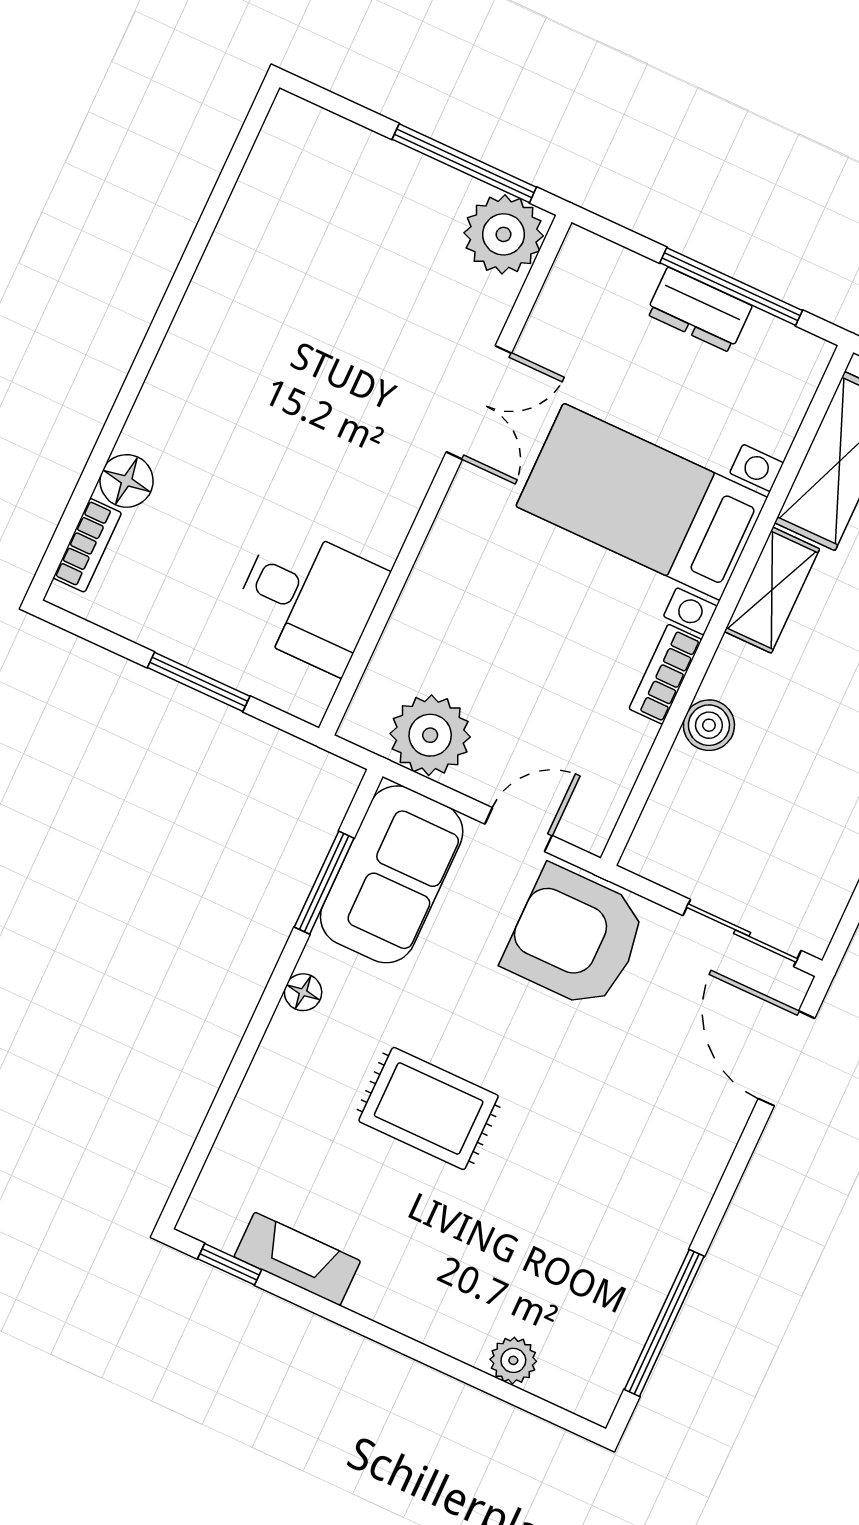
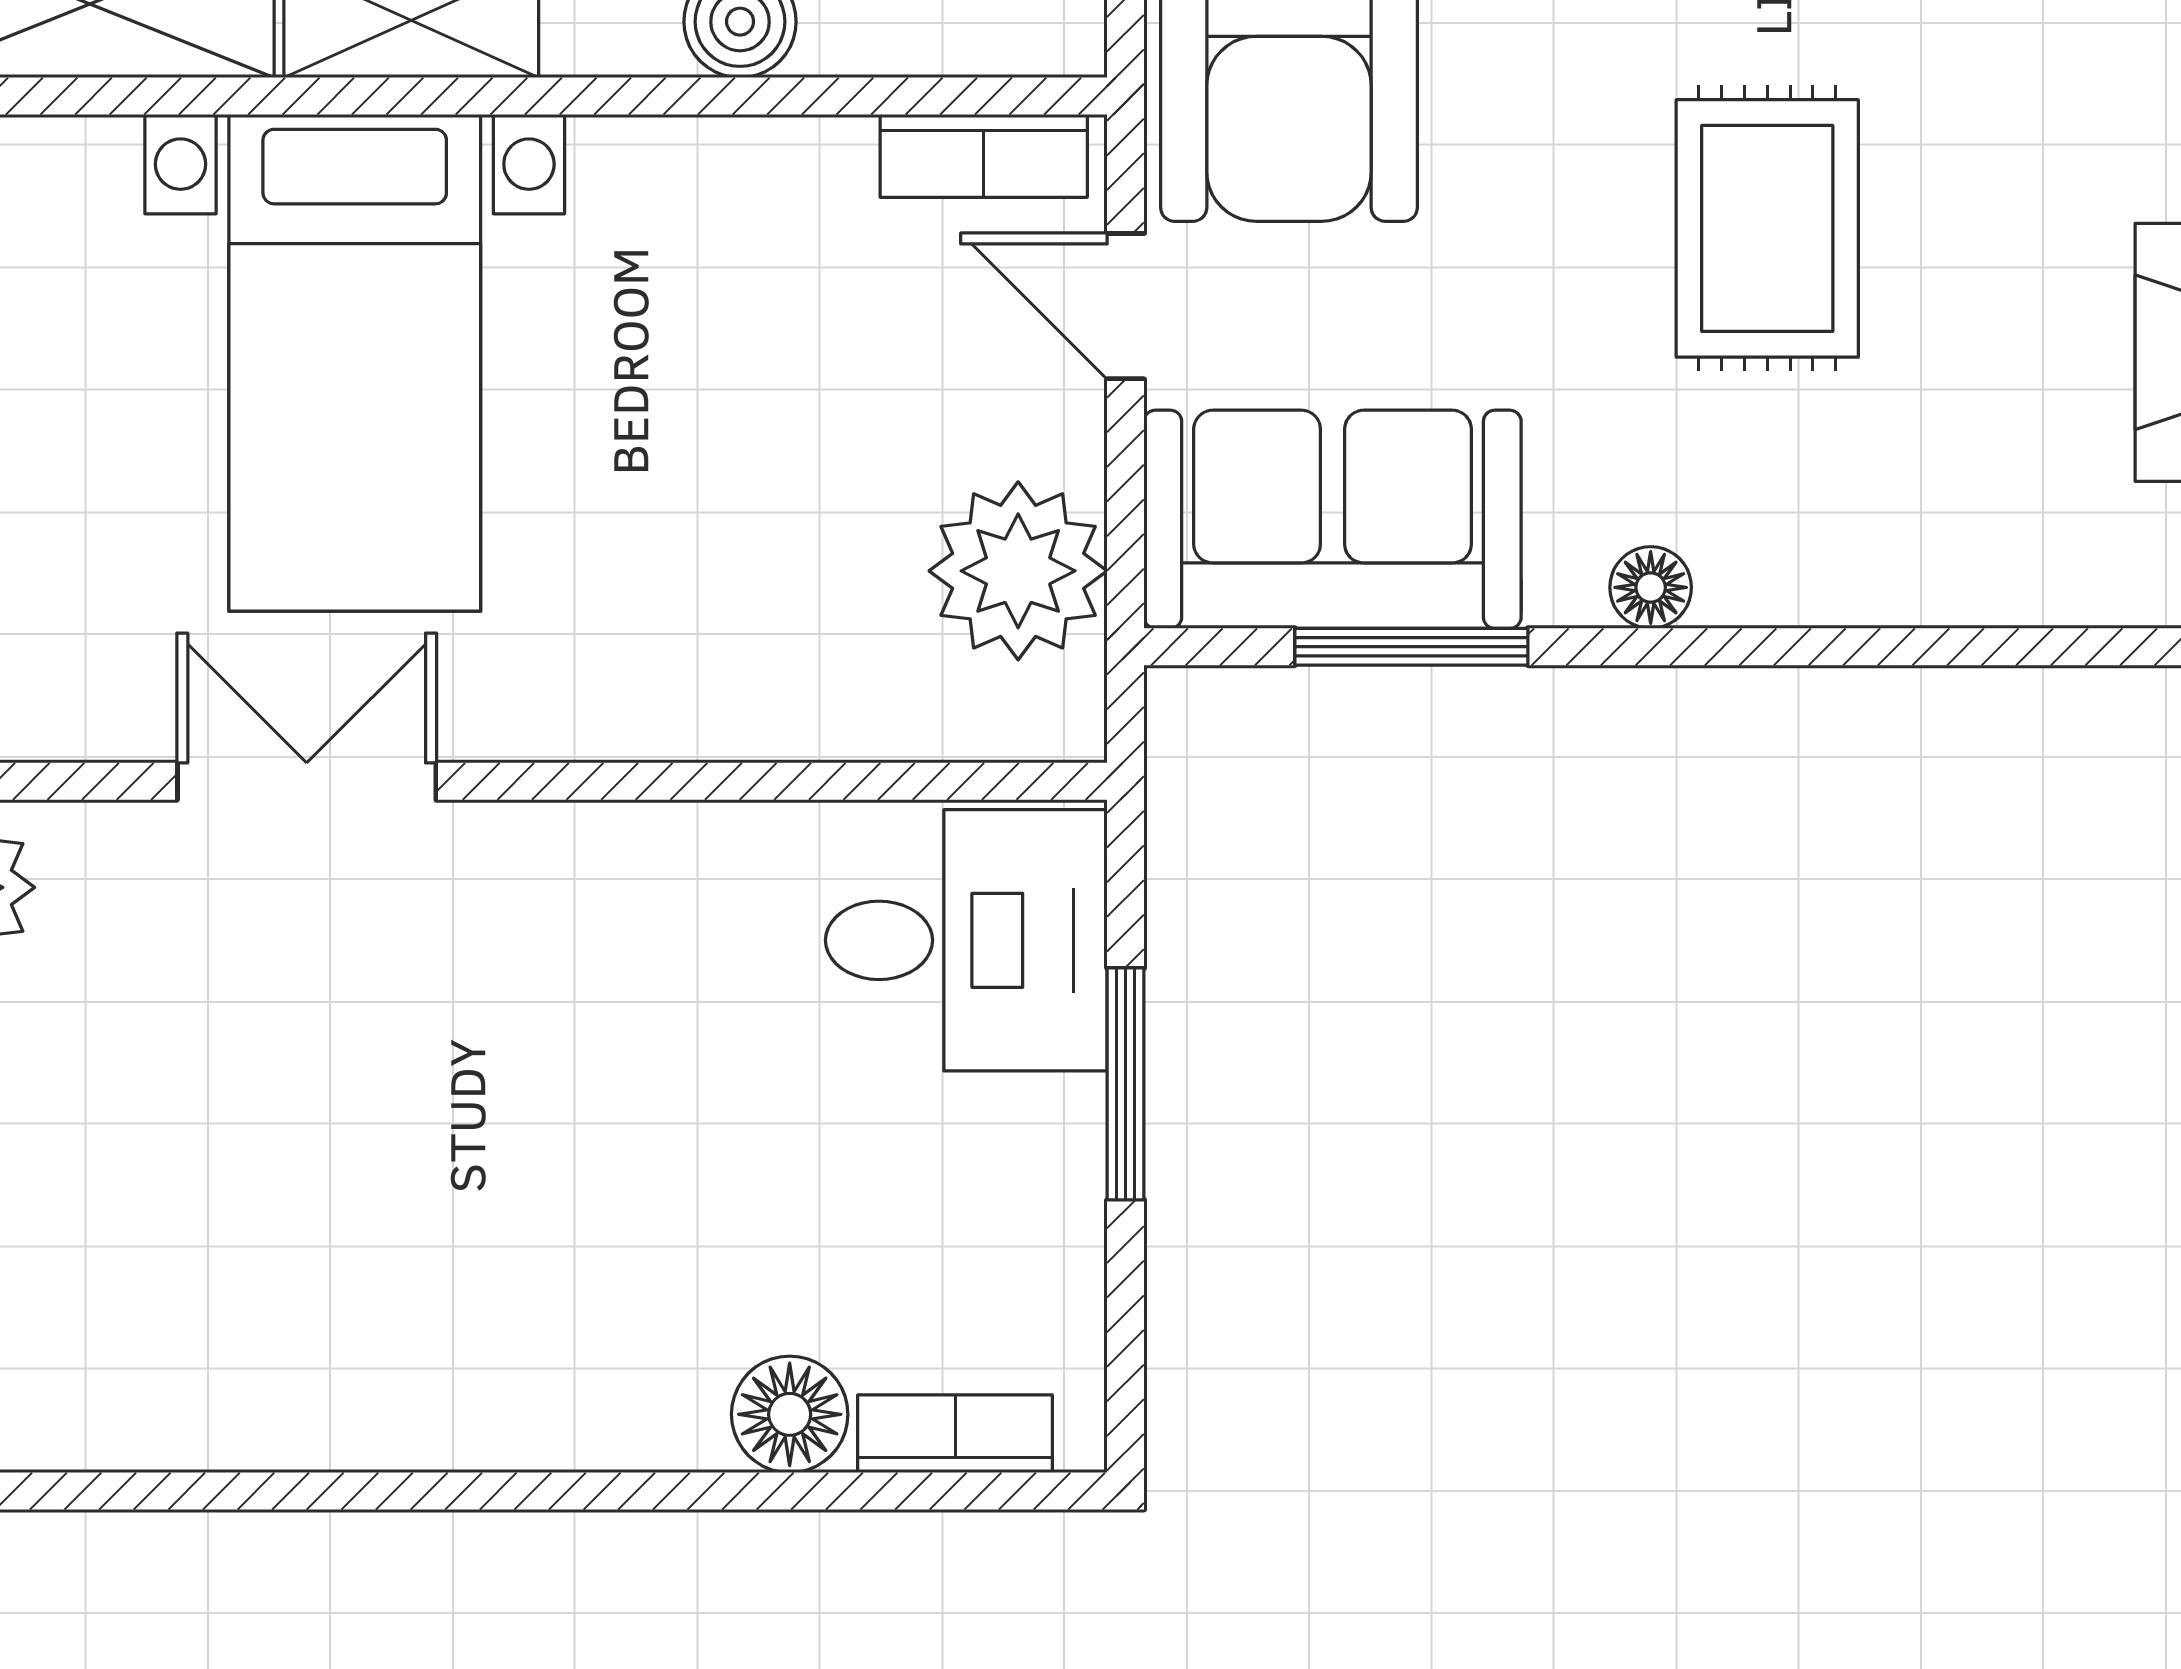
desk: (309, 599) -> (966, 940), moved, turned 90
bookcase: (665, 674) -> (984, 156), moved

